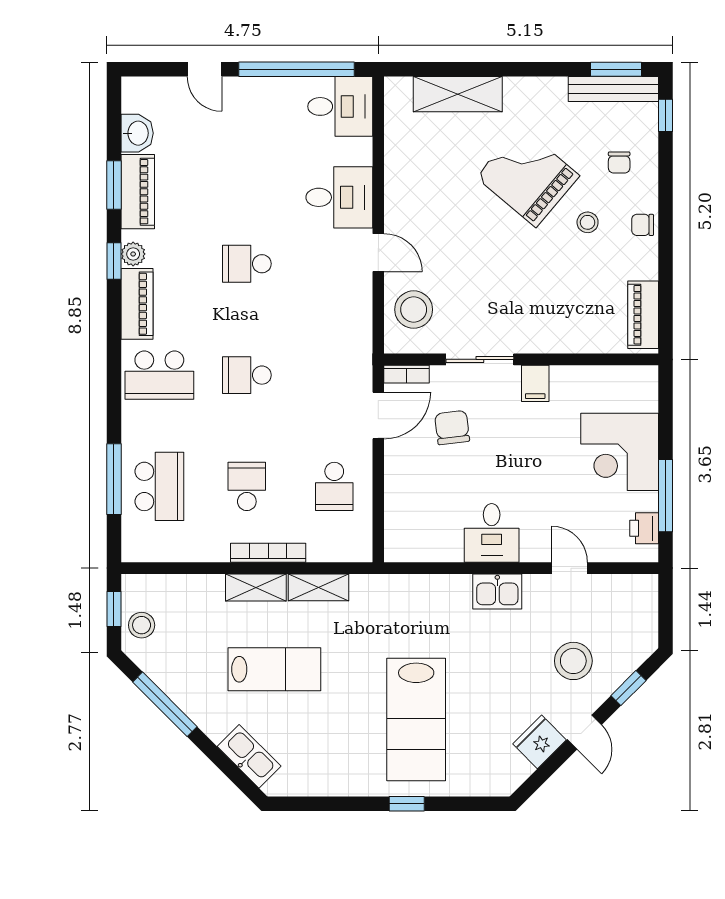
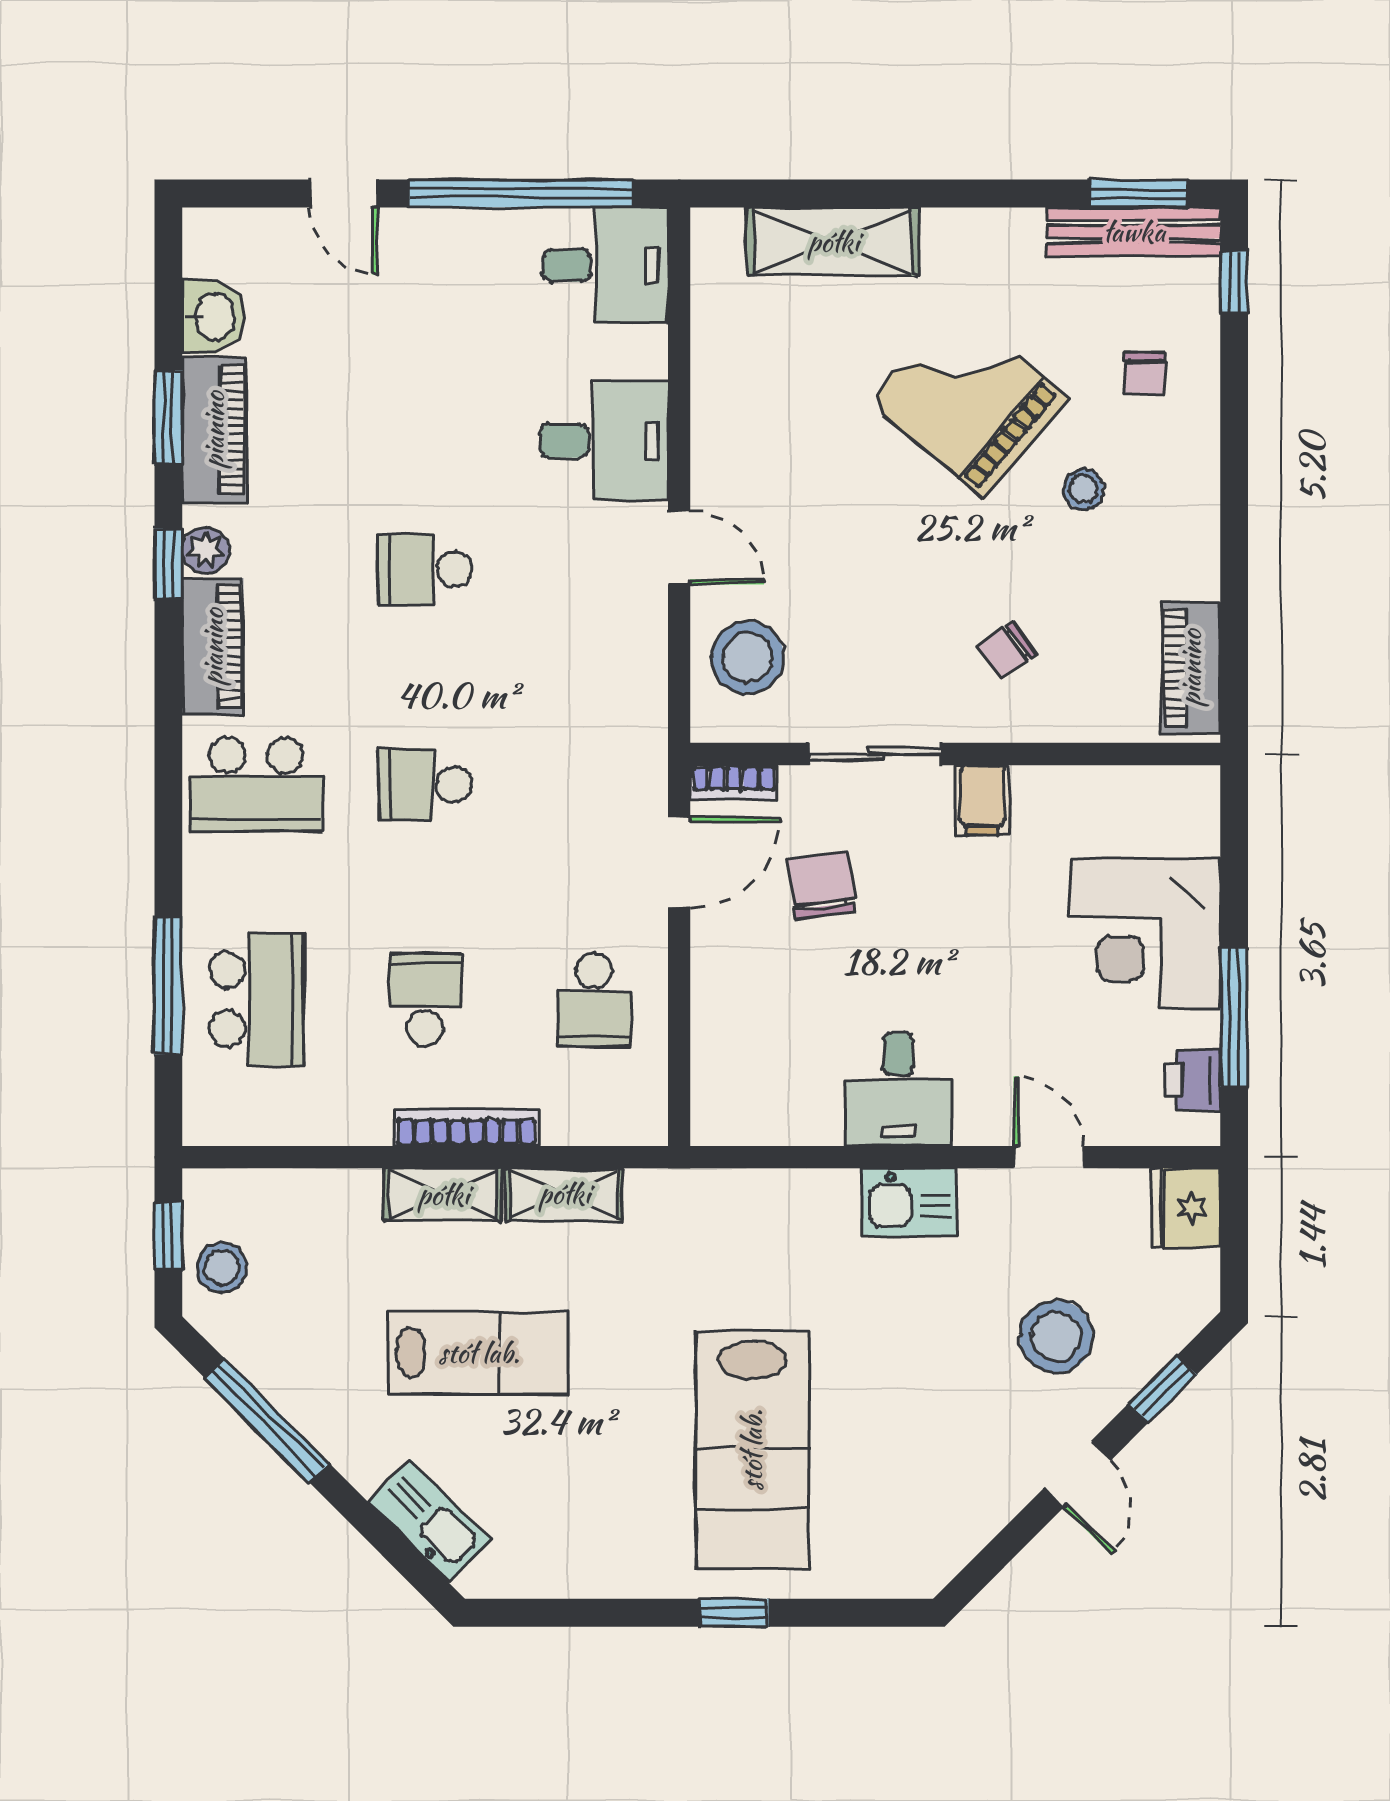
chair: (643, 225) -> (1006, 650), moved, turned -35
fridge: (540, 742) -> (1186, 1208), moved, turned -45

